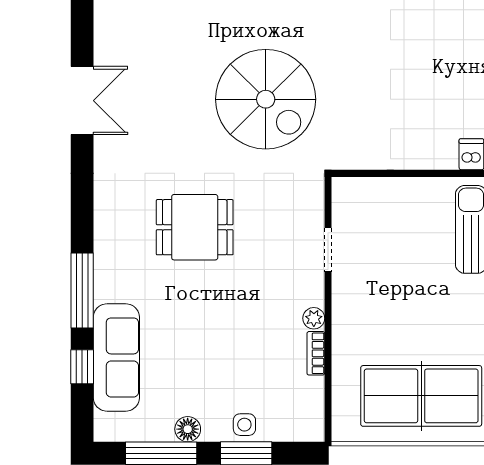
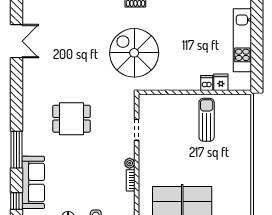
spiral stairs: (266, 99) -> (134, 53), moved, turned 180
double door: (82, 101) -> (16, 41), moved
window: (82, 367) -> (16, 201), moved

